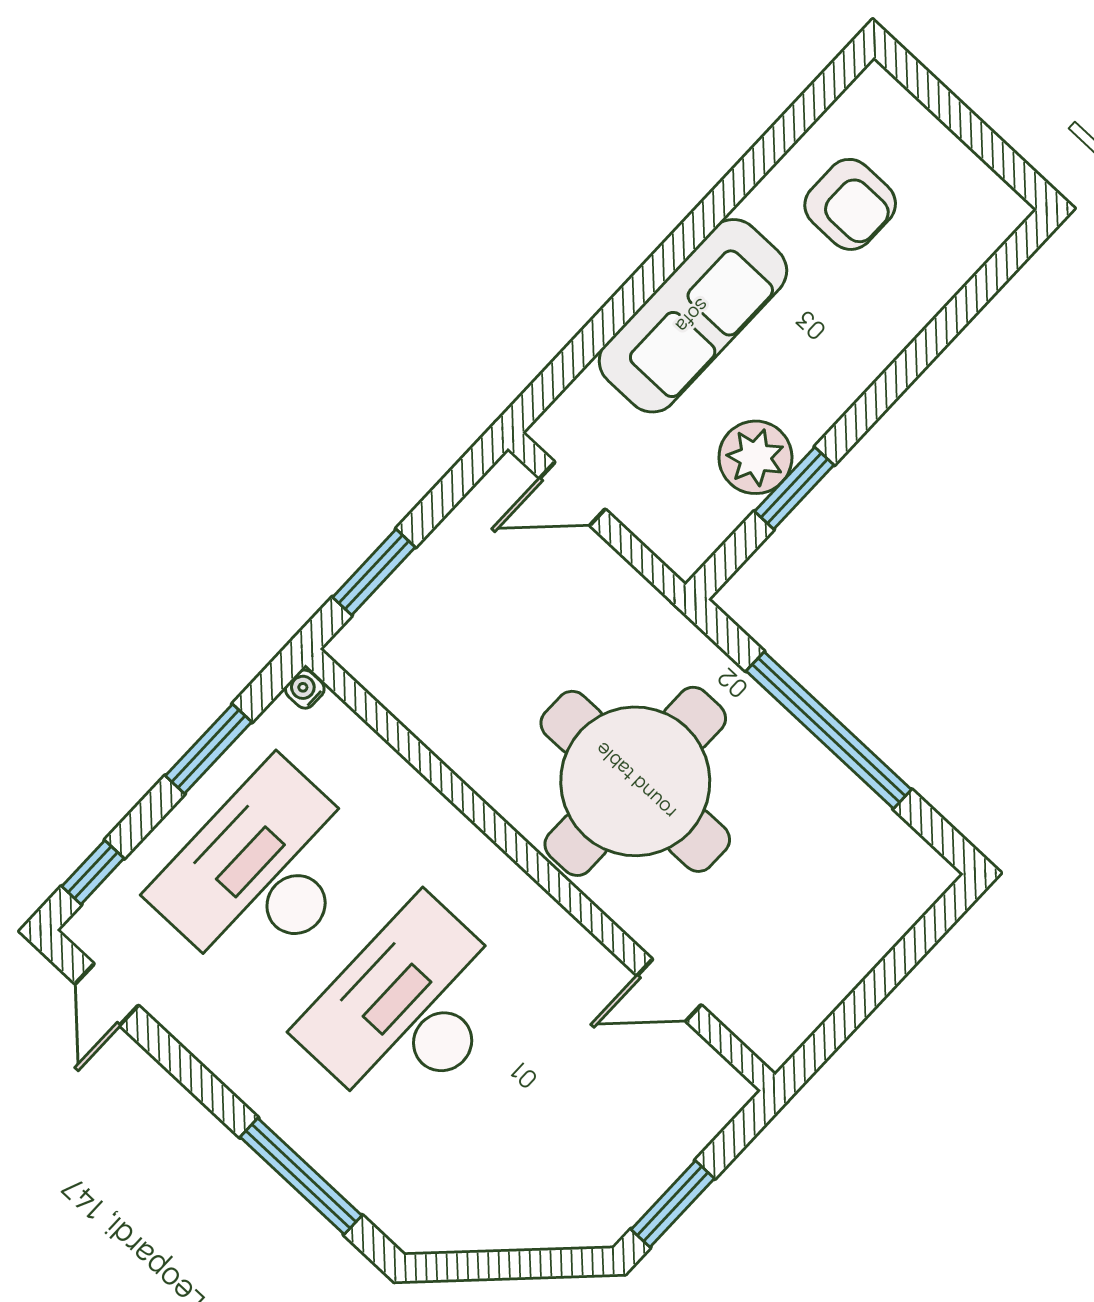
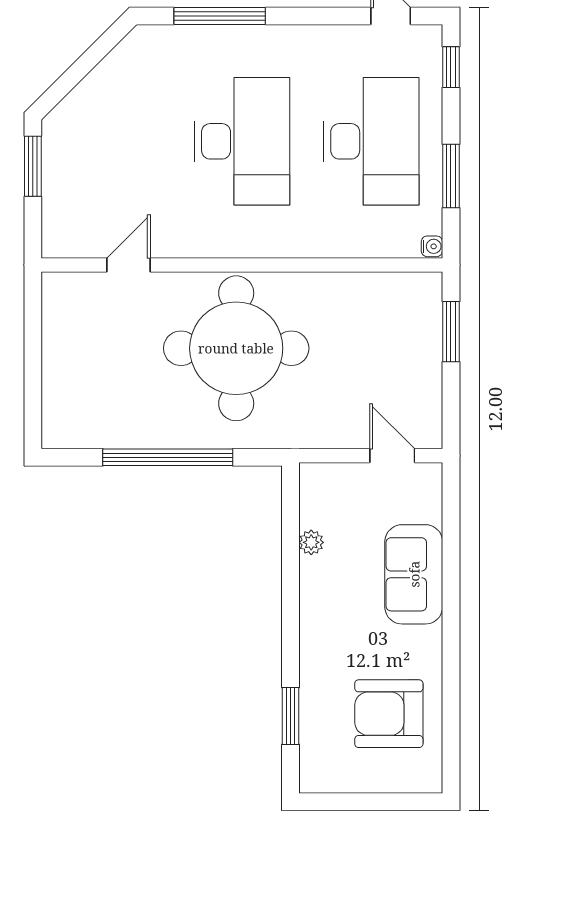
armchair: (850, 204) -> (389, 714), width x1.36, depth x1.36
sofa: (693, 316) -> (414, 574), width x0.73
plant: (755, 457) -> (311, 542), width x0.53, depth x0.53
window: (794, 488) -> (290, 716), moved
door: (572, 494) -> (392, 456), hinge flipped

